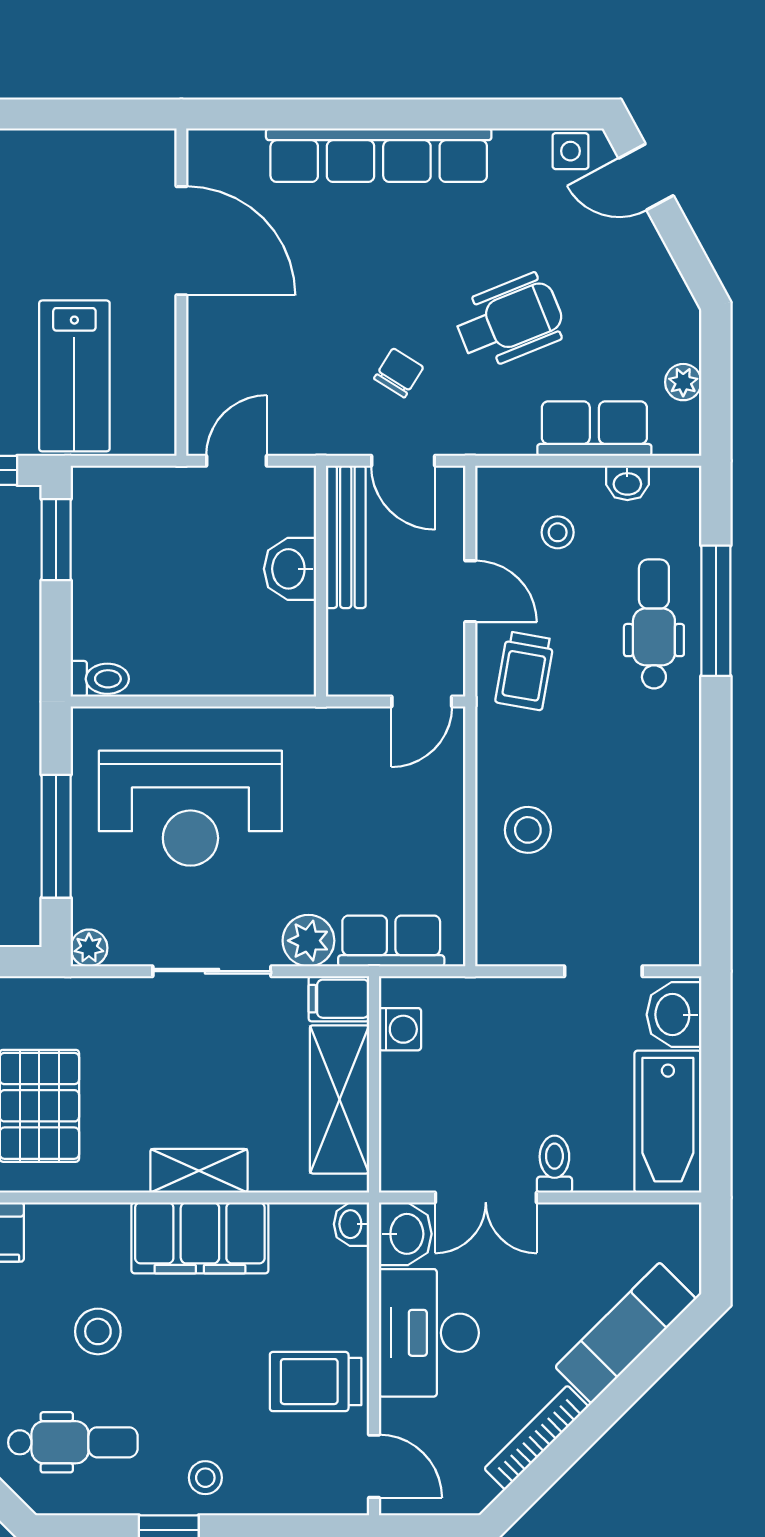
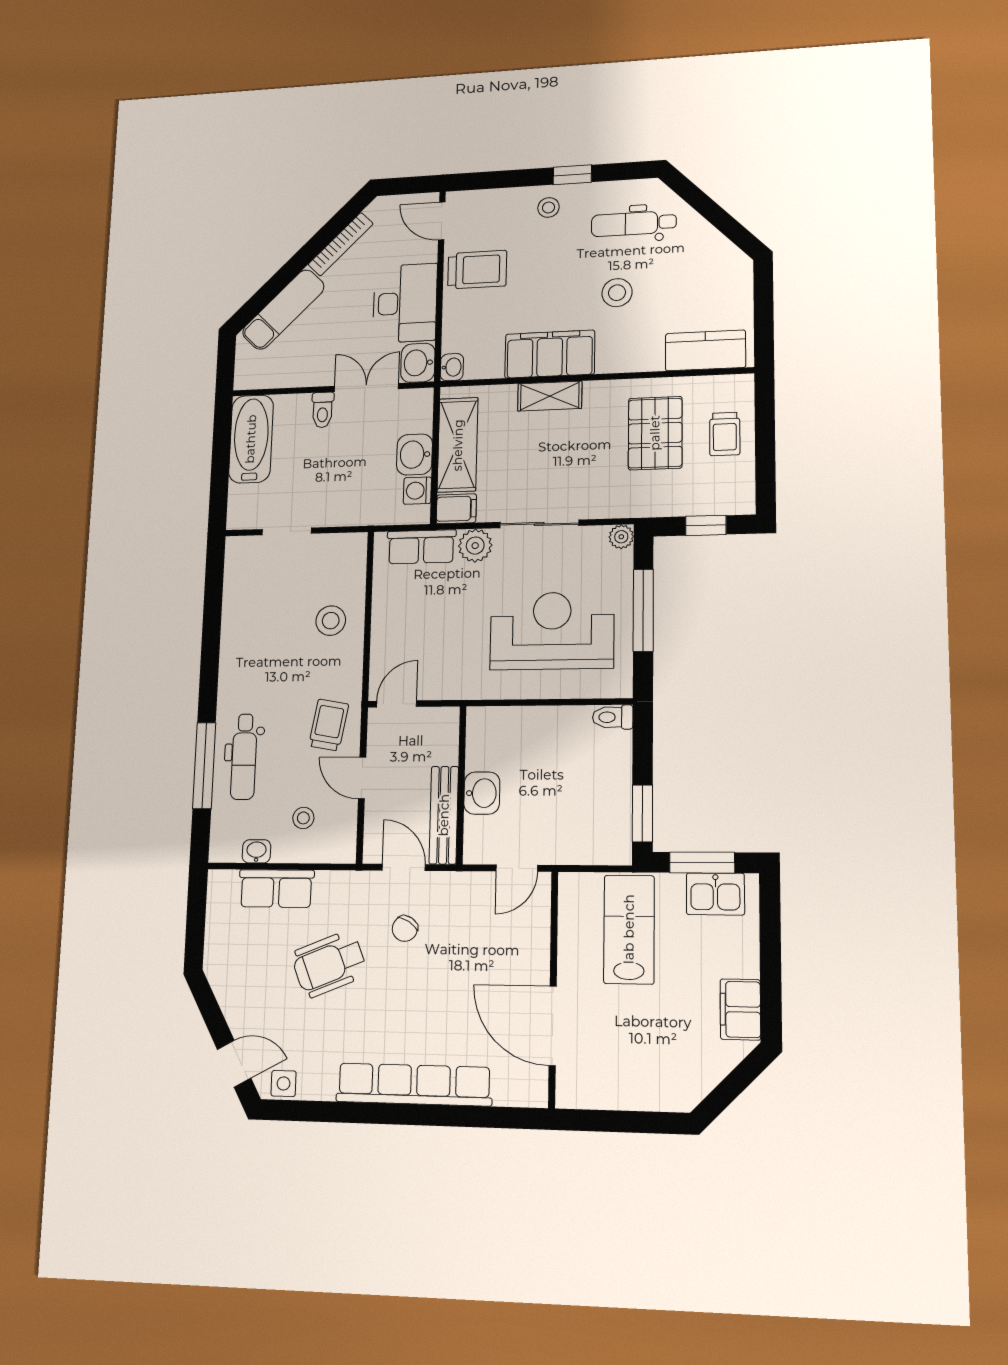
plant: (683, 382) -> (217, 920), removed
washbasin: (674, 1015) -> (415, 455), moved, turned 180

